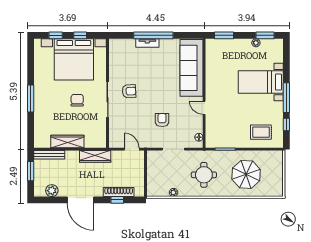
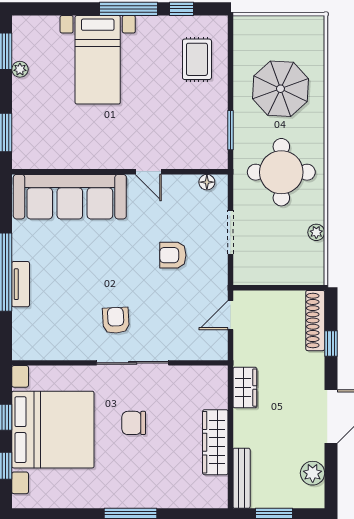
door: (204, 108) -> (148, 172), hinge flipped
wardrobe: (95, 156) -> (245, 388), width x0.67
round table: (204, 175) -> (281, 172), width x1.36, depth x1.36
shoe rack: (119, 192) -> (315, 321), moved

